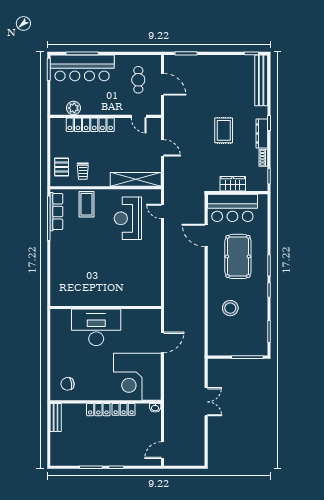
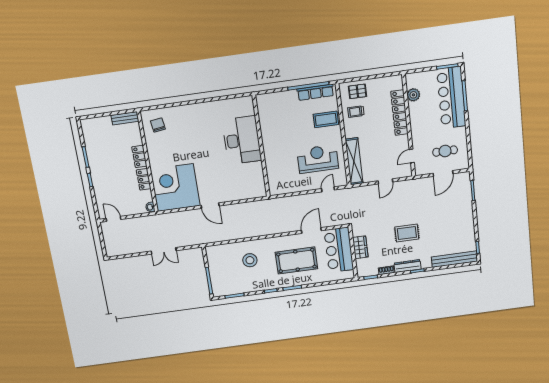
wall: (106, 308) -> (261, 146), moved
desk: (96, 327) -> (242, 140), moved

